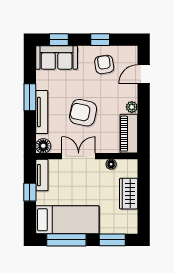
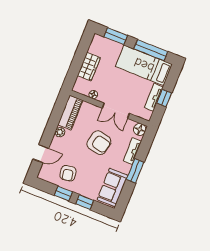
window: (59, 40) -> (85, 202), moved
sofa: (57, 57) -> (112, 188), moved, turned -90
tv unit: (42, 112) -> (132, 151), width x0.71
tv unit: (42, 175) -> (154, 97), moved

